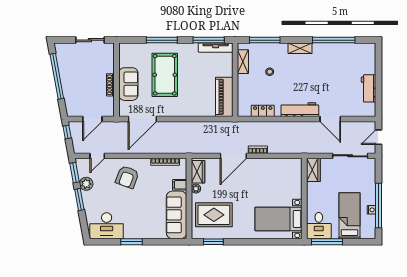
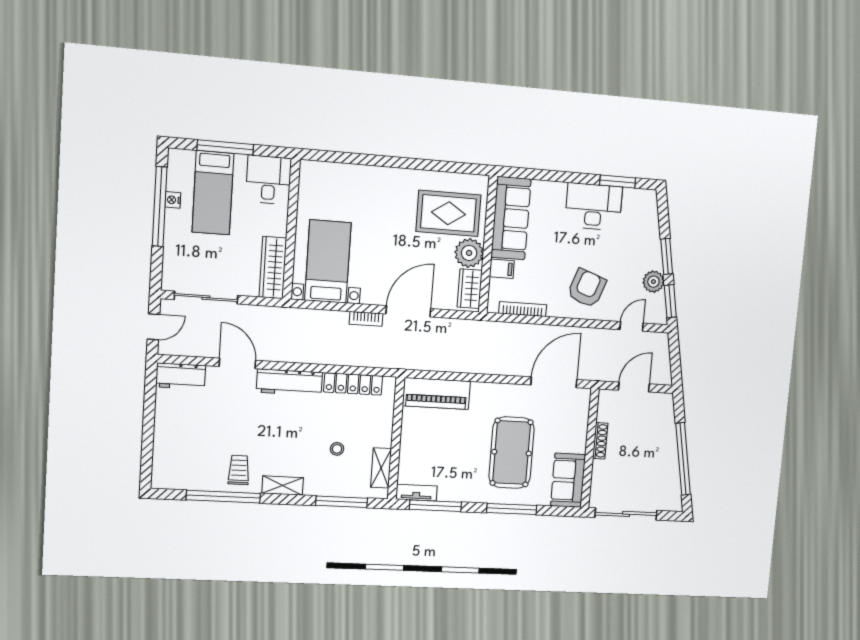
sliding door: (90, 40) -> (626, 514), width x1.37
tv unit: (216, 48) -> (416, 493), width x0.71
trolley: (326, 56) -> (239, 470), added
sofa: (128, 84) -> (568, 480), moved
workbench: (369, 88) -> (181, 376), moved, turned 90
piano: (224, 97) -> (437, 394), moved, turned 90
locker: (263, 111) -> (353, 384), width x1.53
window: (67, 132) -> (676, 368), removed
wardrobe: (313, 170) -> (273, 268), width x1.50
plant: (196, 189) -> (469, 253), width x1.87, depth x1.87
bed with nightstands: (279, 219) -> (328, 261), moved, turned -90
desk: (107, 226) -> (594, 207), moved
window: (132, 242) -> (618, 181), moved
window: (213, 242) -> (453, 167), removed
window: (327, 242) -> (225, 147), moved

